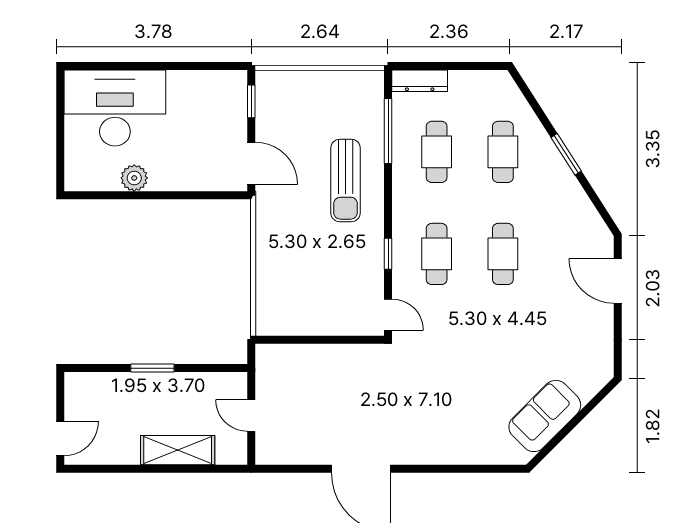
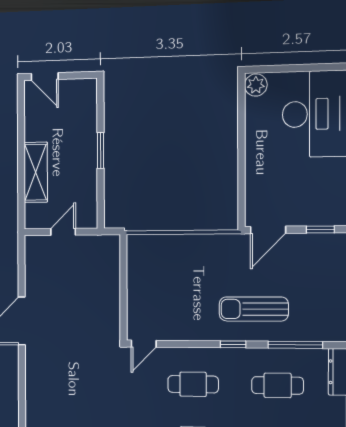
plant: (134, 178) -> (256, 85), moved
window: (388, 254) -> (233, 344), moved

